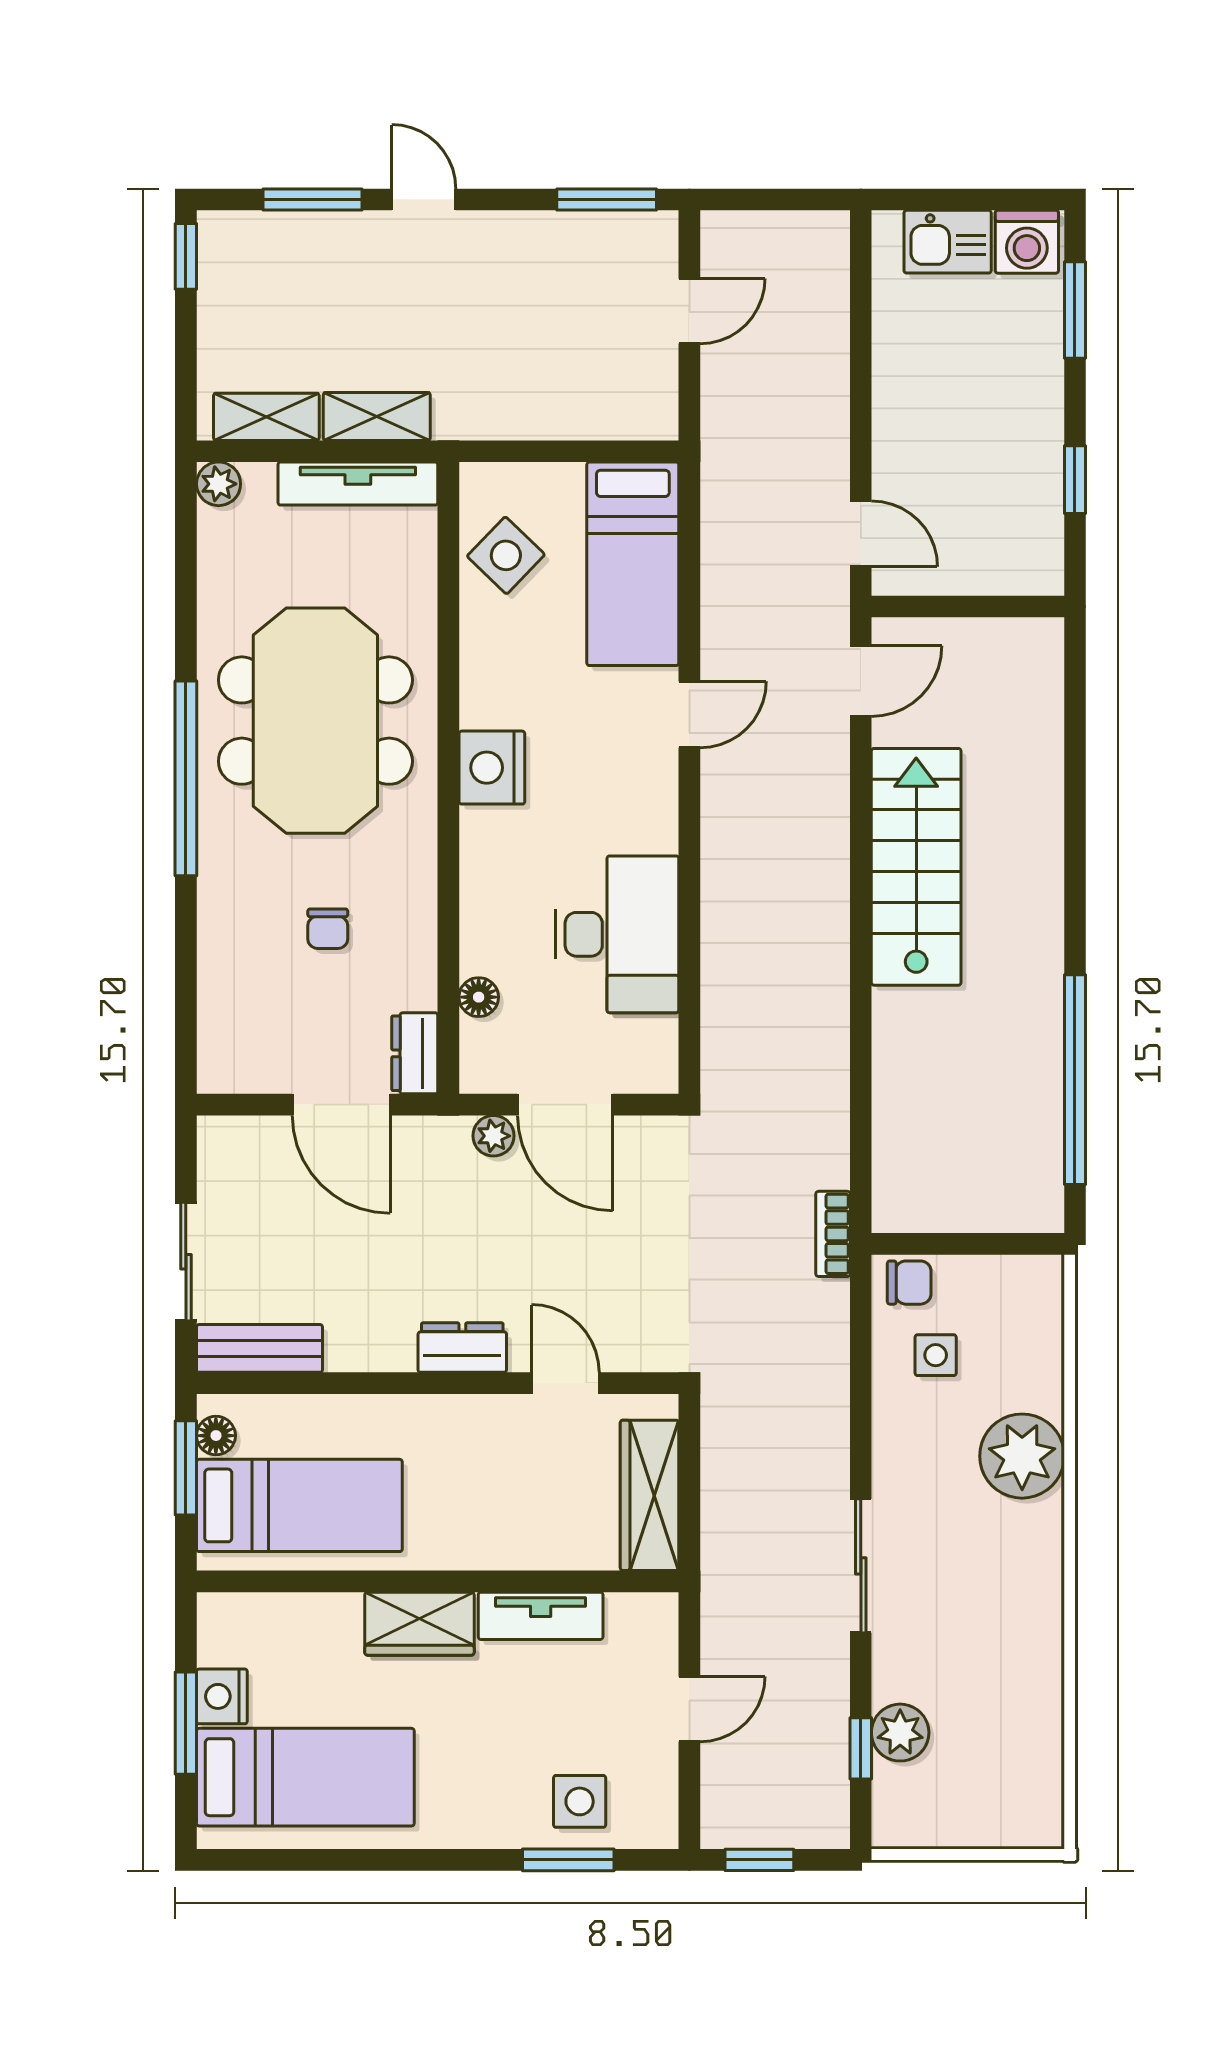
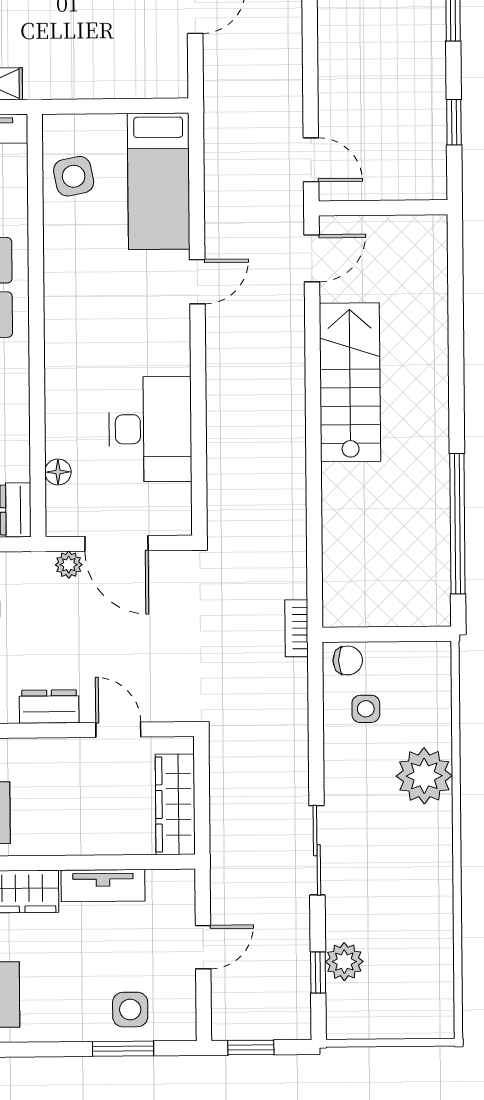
side table: (506, 555) -> (74, 176), turned 35
nightstand: (492, 768) -> (65, 318), removed

